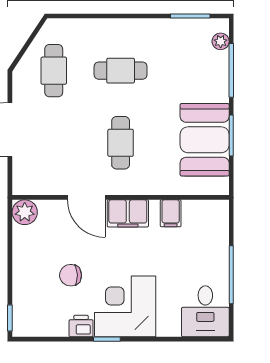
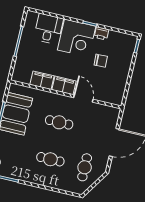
cafe table: (121, 143) -> (59, 122), turned 90
plant: (25, 212) -> (117, 98), removed
filing cabinet: (171, 213) -> (42, 80), width x2.00
desk: (205, 311) -> (49, 29), moved

